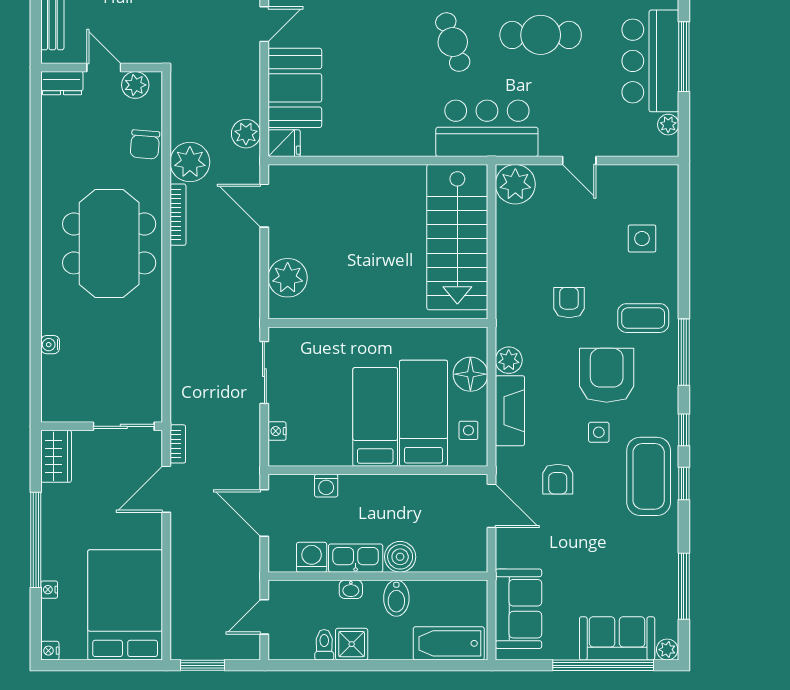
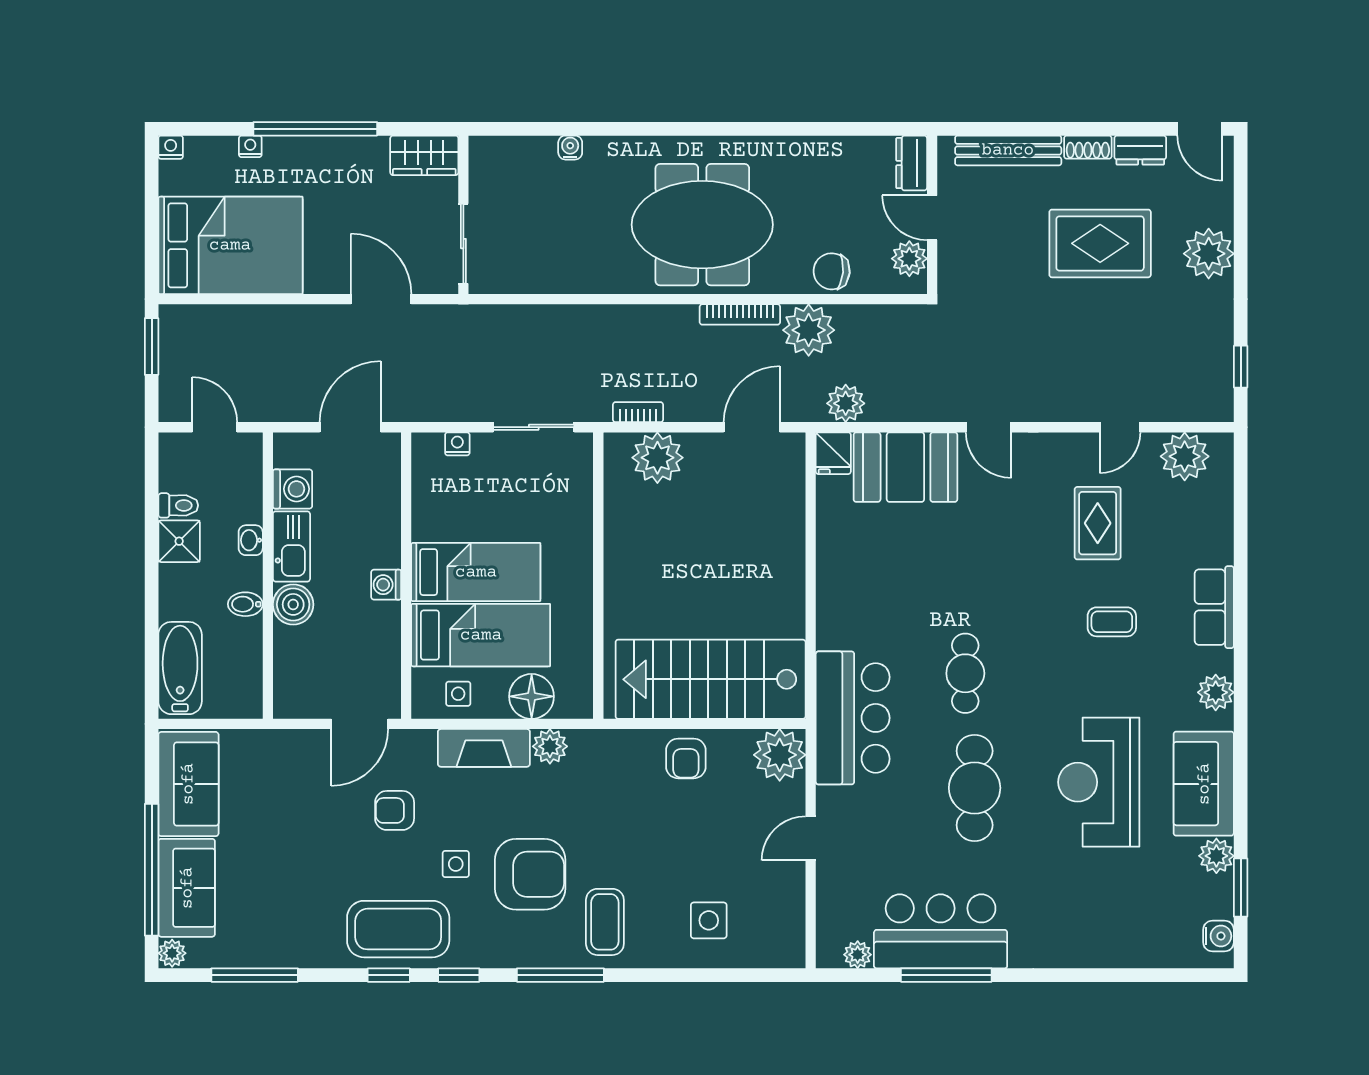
cafe table: (453, 42) -> (965, 673), turned -71
door: (104, 67) -> (932, 218), swing flipped
armchair: (569, 303) -> (686, 758), moved, turned 90
bookcase: (178, 444) -> (638, 412), moved, turned 180
washing machine: (326, 486) -> (386, 585), moved
bidet: (396, 598) -> (245, 604), width x0.72, depth x0.74
sofa: (518, 609) -> (188, 784), moved, turned -90

